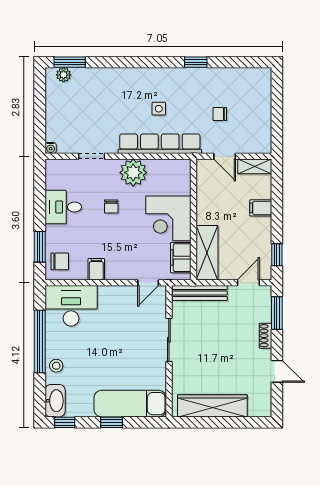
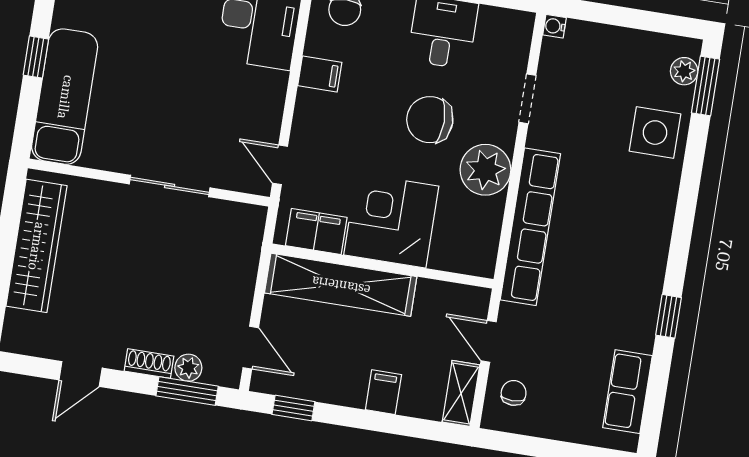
row of seats: (240, 78) -> (627, 392), added
side table: (159, 109) -> (655, 133), moved, width x1.87, depth x1.87
chair: (220, 114) -> (514, 393), moved
door: (225, 156) -> (489, 341), hinge flipped
chair: (111, 206) -> (430, 120), width x1.87, depth x1.87
shelving: (207, 253) -> (341, 285), width x1.47
bench: (200, 293) -> (246, 256), removed
plant: (264, 314) -> (188, 368), added

